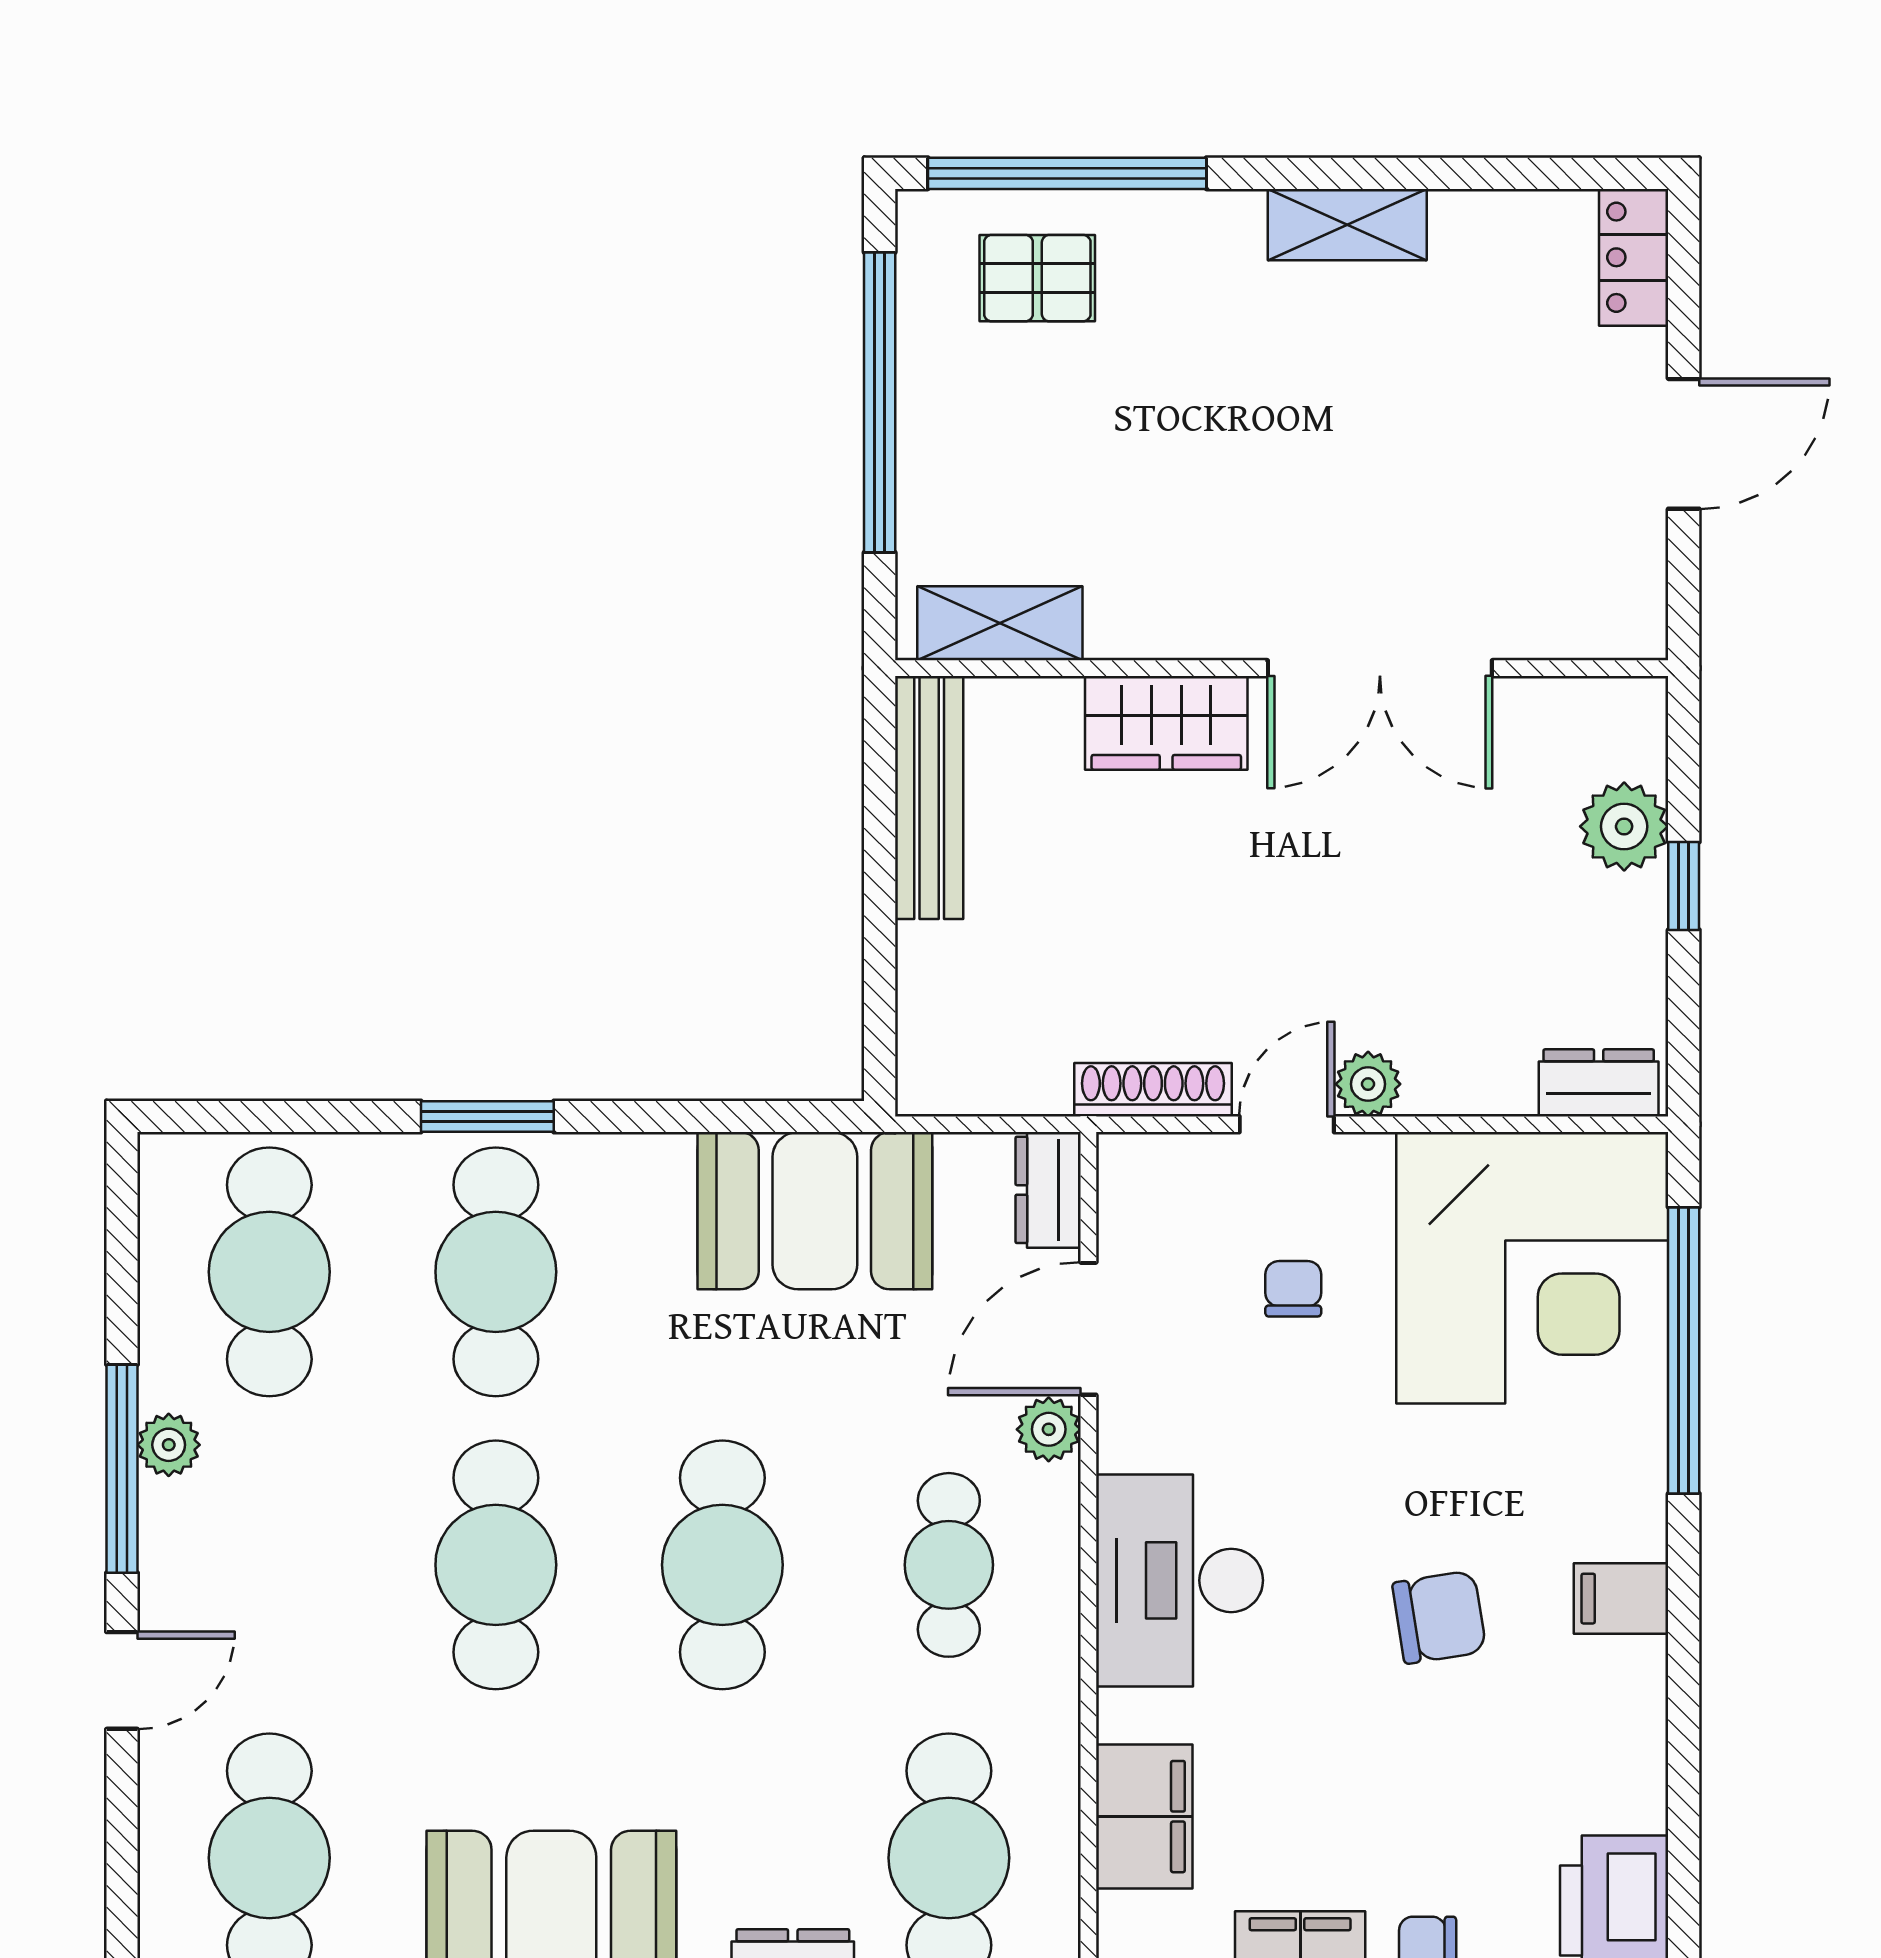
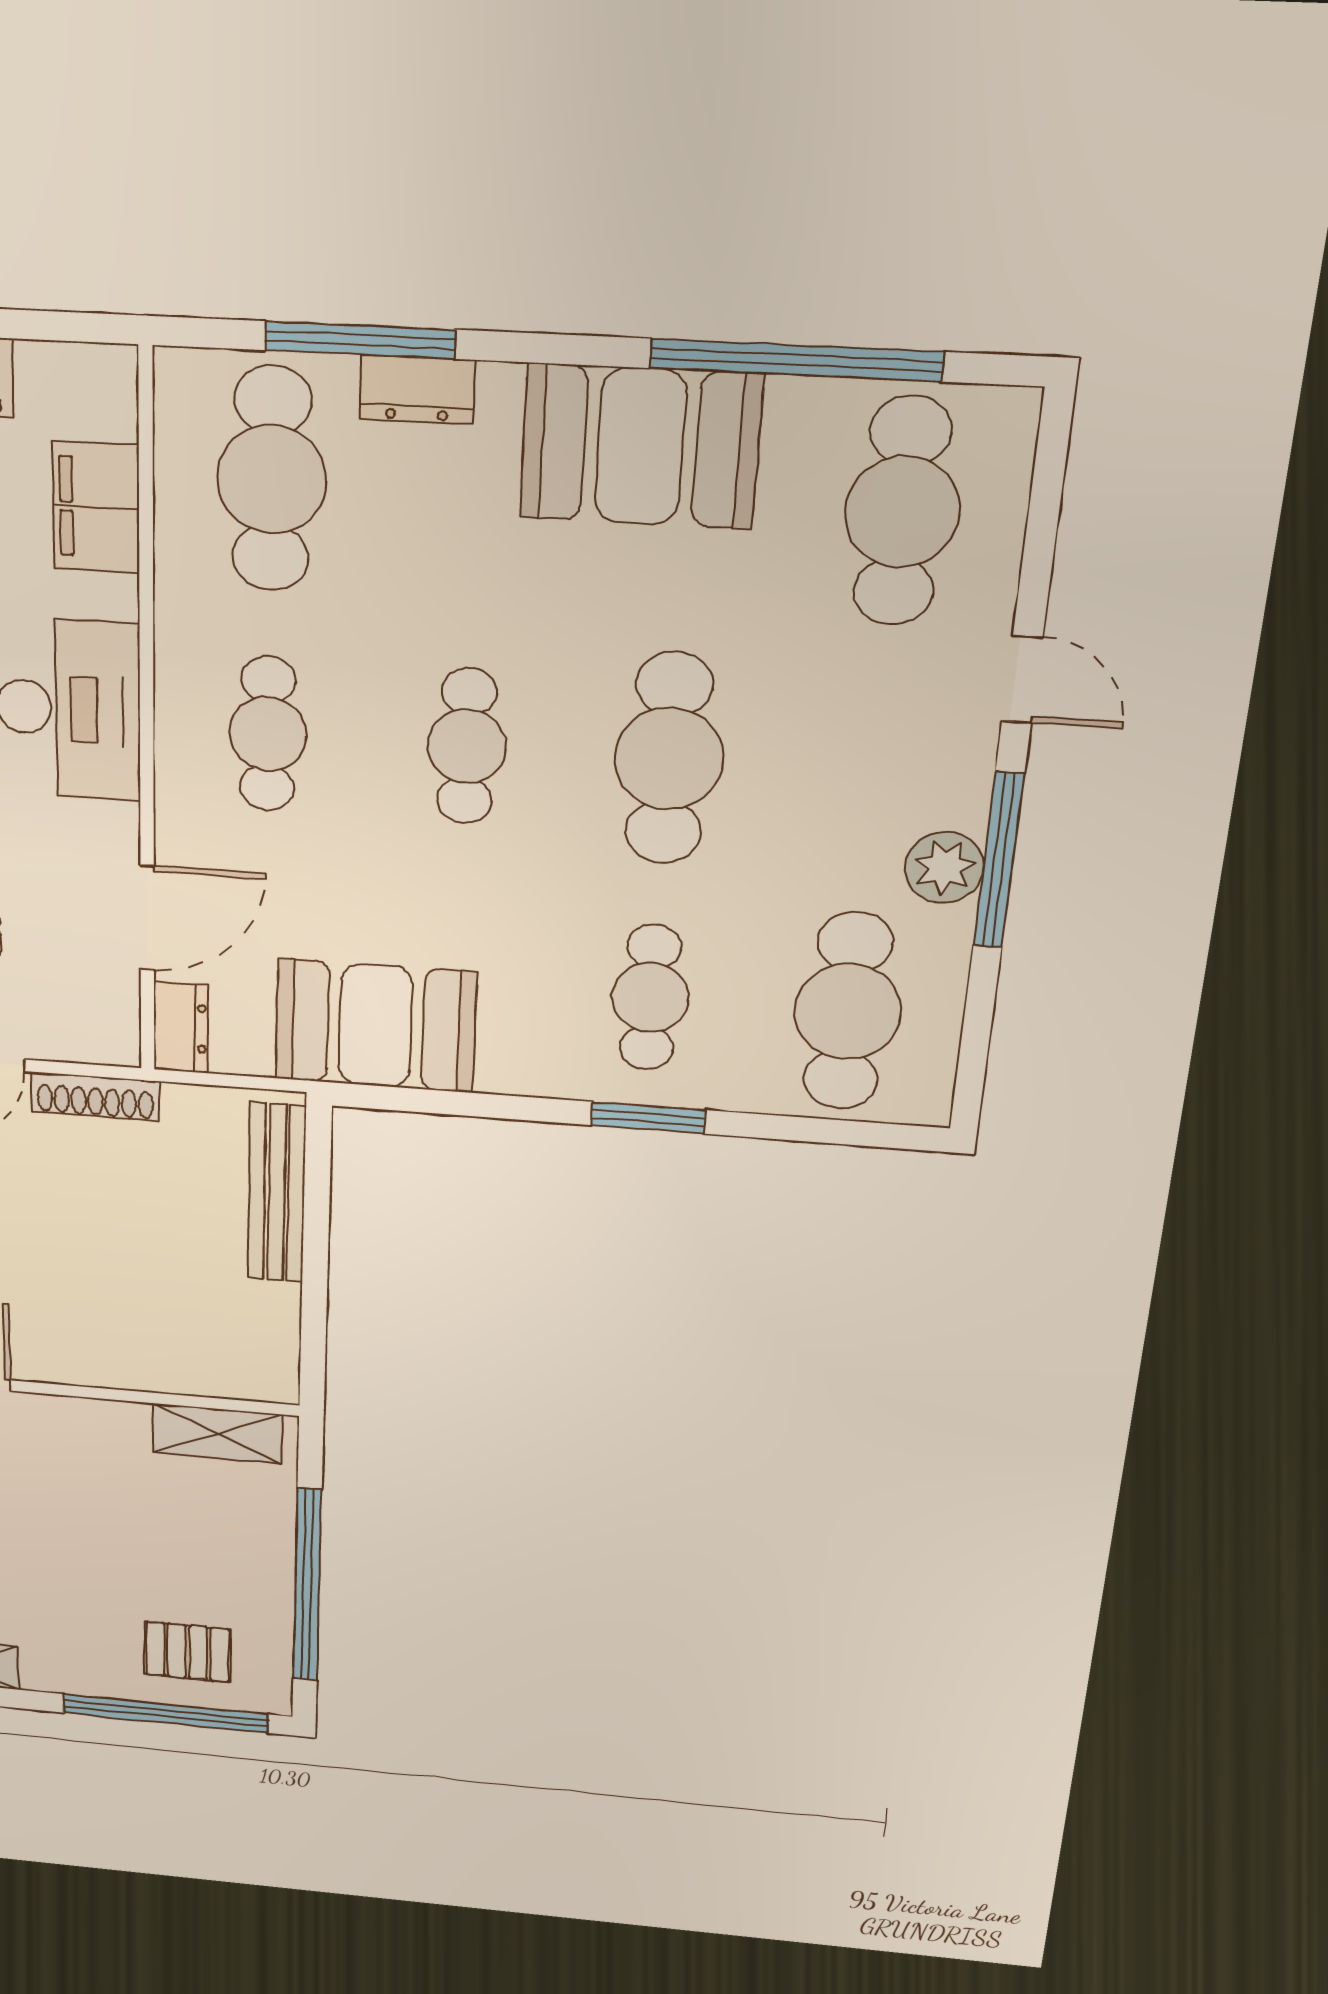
wardrobe: (1166, 723) -> (88, 1355), removed
bench: (929, 797) -> (277, 1193), moved
cafe table: (496, 1272) -> (650, 998), width x0.73, depth x0.74
plant: (1049, 1429) -> (181, 840), removed
plant: (169, 1445) -> (944, 867), width x1.38, depth x1.38
cafe table: (722, 1565) -> (467, 746), width x0.73, depth x0.74
door: (122, 1680) -> (1022, 679), swing flipped

